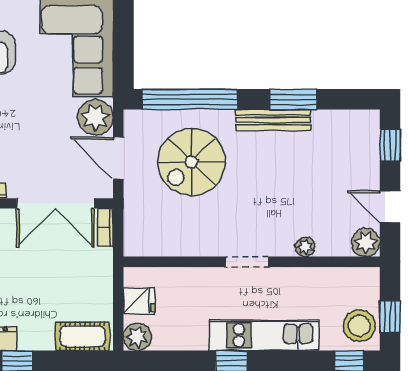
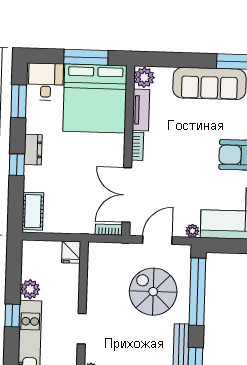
plant: (95, 117) -> (192, 231), width x0.53, depth x0.53
fridge: (139, 301) -> (71, 252), moved
plant: (137, 337) -> (30, 289), moved

